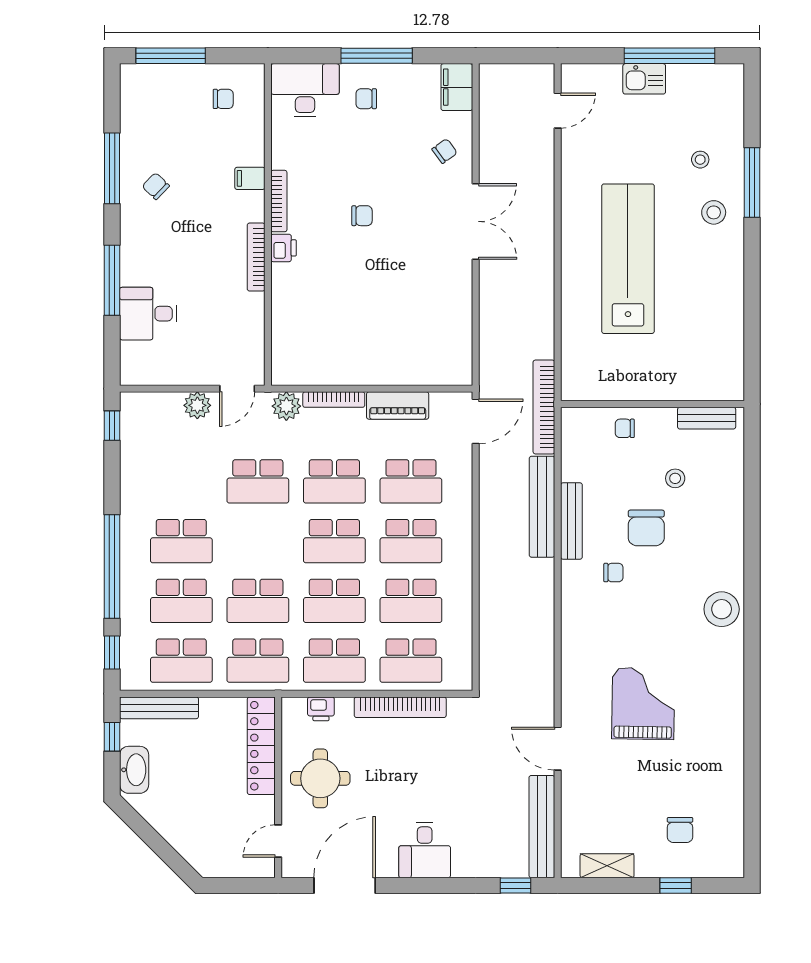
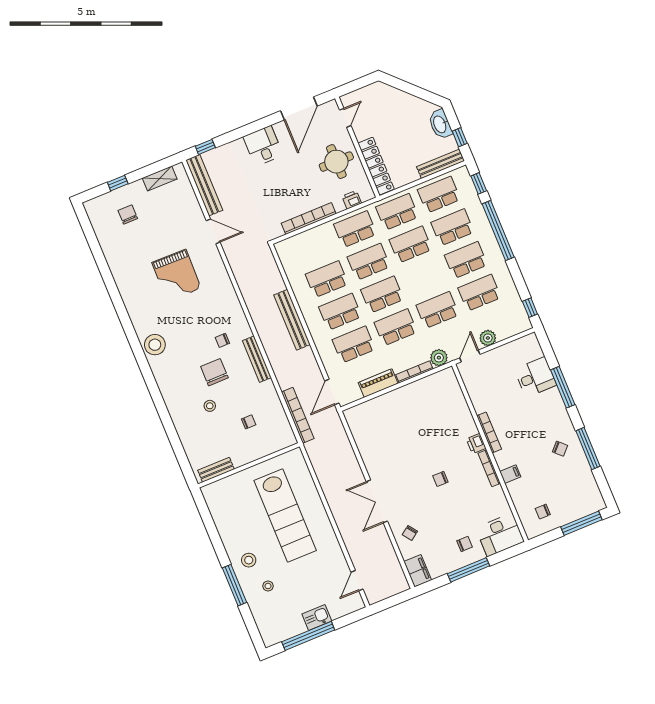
wall: (653, 404) -> (249, 465), moved
bench: (707, 418) -> (216, 470), moved
bench: (542, 507) -> (292, 320), moved
school desk: (411, 661) -> (479, 293), moved

